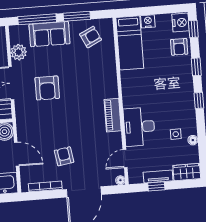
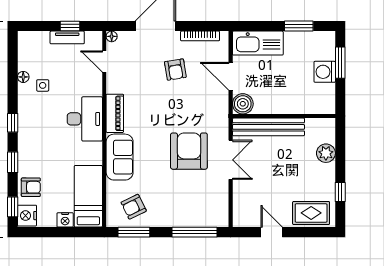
window: (77, 16) -> (134, 232), moved
sofa: (49, 34) -> (120, 157), moved, turned 90
armchair: (179, 47) -> (31, 187), turned 90
plant: (19, 52) -> (219, 195), removed
armchair: (47, 88) -> (189, 151), width x1.36, depth x1.36
desk: (139, 127) -> (85, 119), moved
door: (125, 159) -> (104, 61), swing flipped
wardrobe: (187, 172) -> (33, 40), removed

